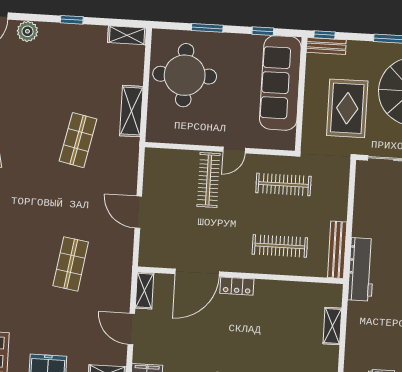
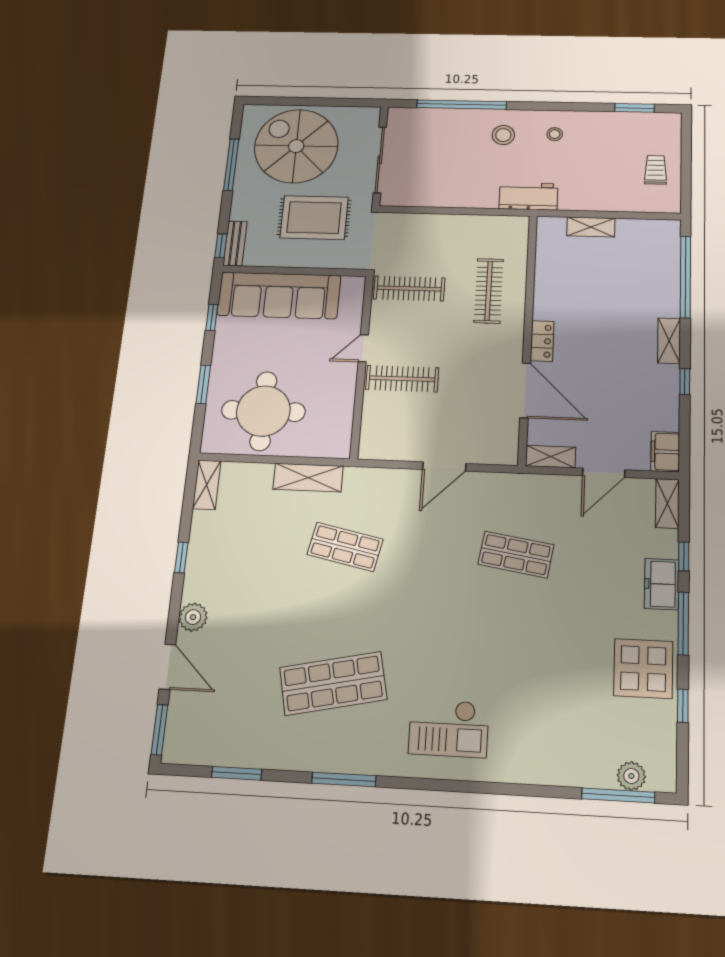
door: (234, 150) -> (363, 348), swing flipped
clothes rail: (283, 184) -> (409, 288), turned 90
bench: (337, 250) -> (493, 224), removed
workbench: (361, 269) -> (528, 196), width x0.73

